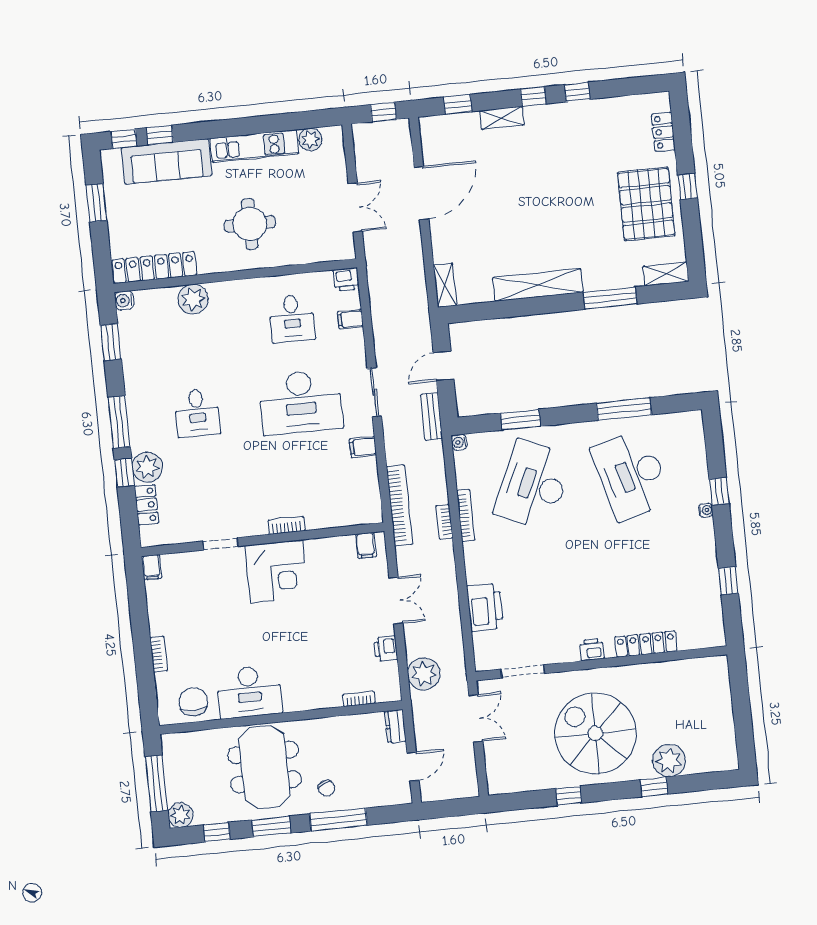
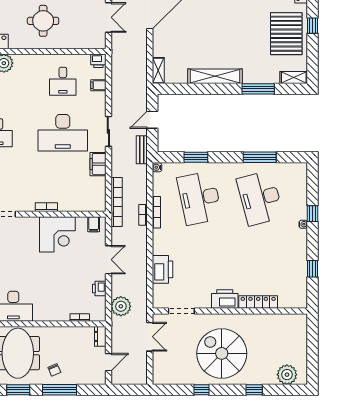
filing cabinet: (363, 447) -> (98, 164), width x2.00
desk: (533, 485) -> (200, 198), turned -36
corner desk: (277, 571) -> (57, 234), moved
printer: (592, 650) -> (225, 299), width x1.87, depth x1.48
plant: (669, 761) -> (287, 375), moved

